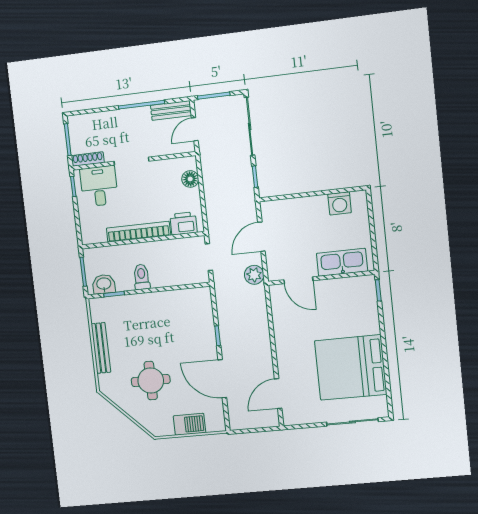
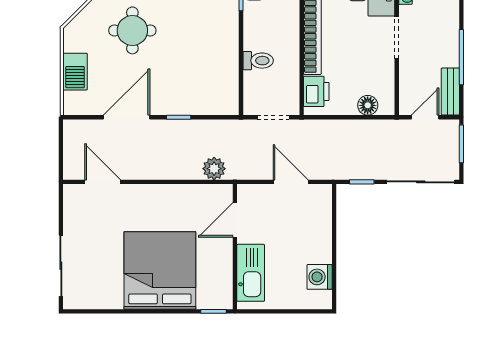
door: (195, 129) -> (425, 117), hinge flipped
plant: (254, 275) -> (214, 169), moved
toilet: (142, 277) -> (258, 61), moved
bed: (351, 367) -> (160, 270), moved

